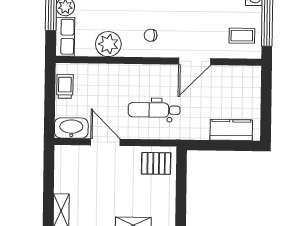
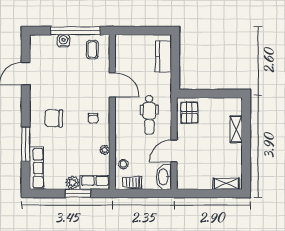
plant: (108, 44) -> (105, 150), width x0.53, depth x0.53
stool: (89, 75) -> (123, 164), added

